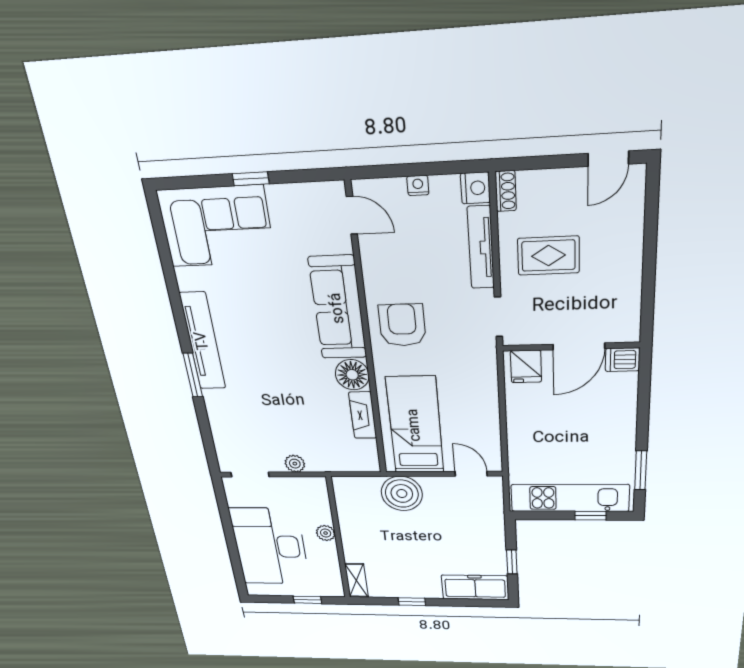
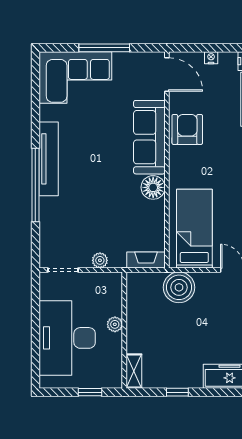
window: (251, 179) -> (104, 48), width x2.17
door: (352, 215) -> (167, 75), width x1.38
armchair: (402, 325) -> (187, 129), moved
window: (193, 375) -> (35, 185), width x2.11
fireplace: (363, 415) -> (146, 260), moved, turned 90

